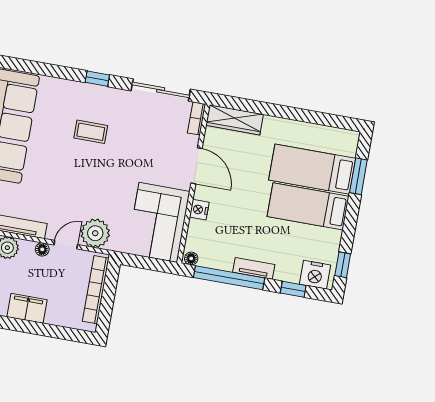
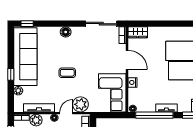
window: (97, 79) -> (27, 24), moved
floor lamp: (92, 94) -> (66, 32), added
wardrobe: (235, 120) -> (138, 32), width x0.67
coffee table: (91, 132) -> (67, 73), moved

